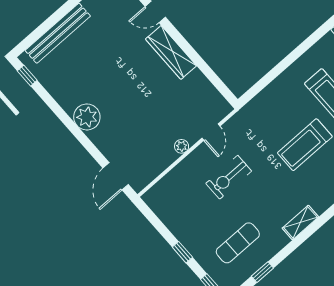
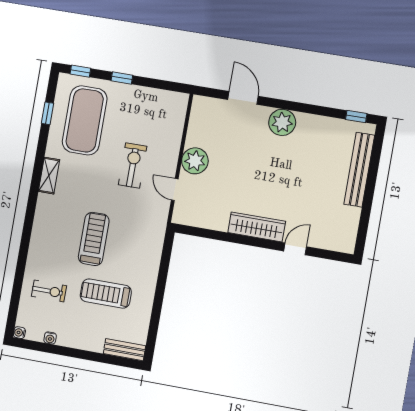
plant: (182, 146) -> (195, 161), width x1.88, depth x1.88
door: (116, 176) -> (243, 98), moved
exercise mat: (238, 243) -> (85, 120), width x2.00, depth x1.45

